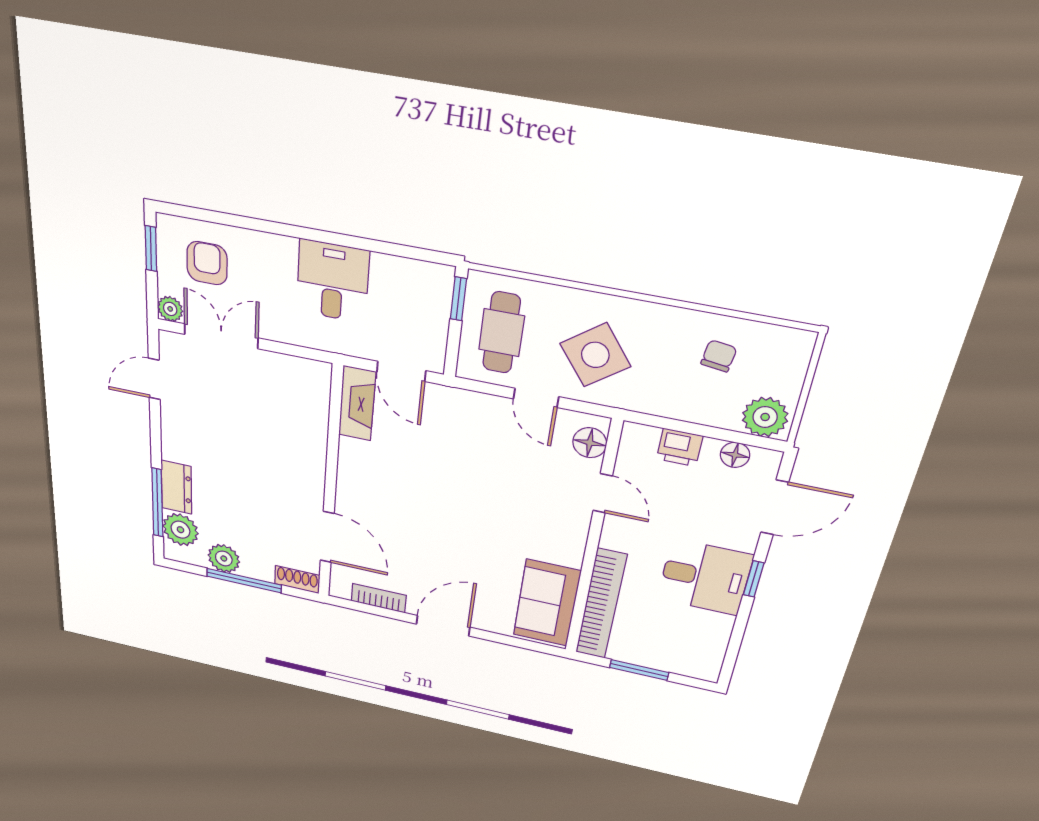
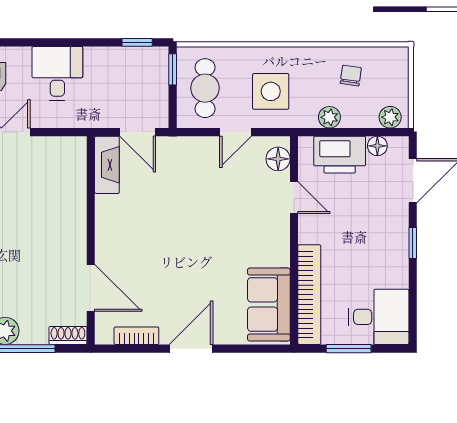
window: (412, 253) -> (137, 42), added
desk: (333, 281) -> (57, 74), moved
side table: (595, 355) -> (271, 91), turned 37
door: (536, 398) -> (235, 132), hinge flipped
plant: (674, 405) -> (329, 117), added
plant: (765, 417) -> (390, 117), width x0.73, depth x0.73
printer: (680, 447) -> (340, 155), width x1.87, depth x1.48
desk: (705, 577) -> (379, 317), moved

